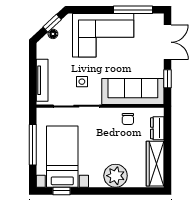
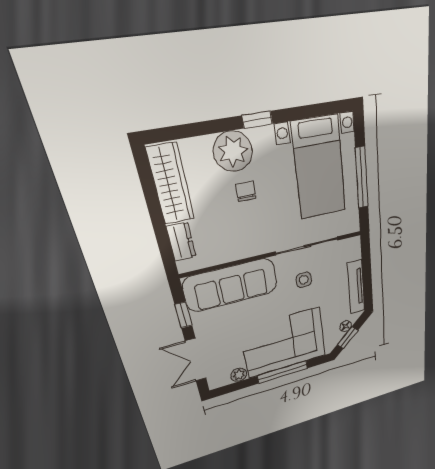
window: (133, 10) -> (283, 372), moved
plant: (141, 19) -> (239, 375), added
tv unit: (42, 80) -> (356, 287), moved
chair: (128, 119) -> (246, 191), moved
window: (61, 191) -> (257, 120), moved

